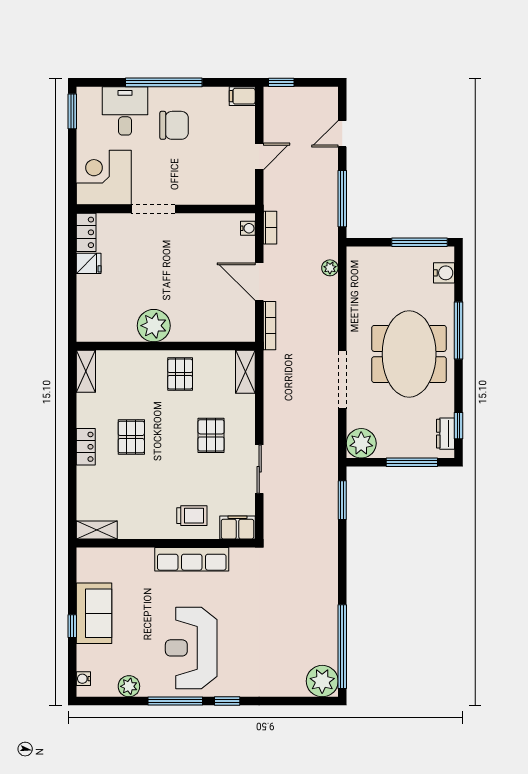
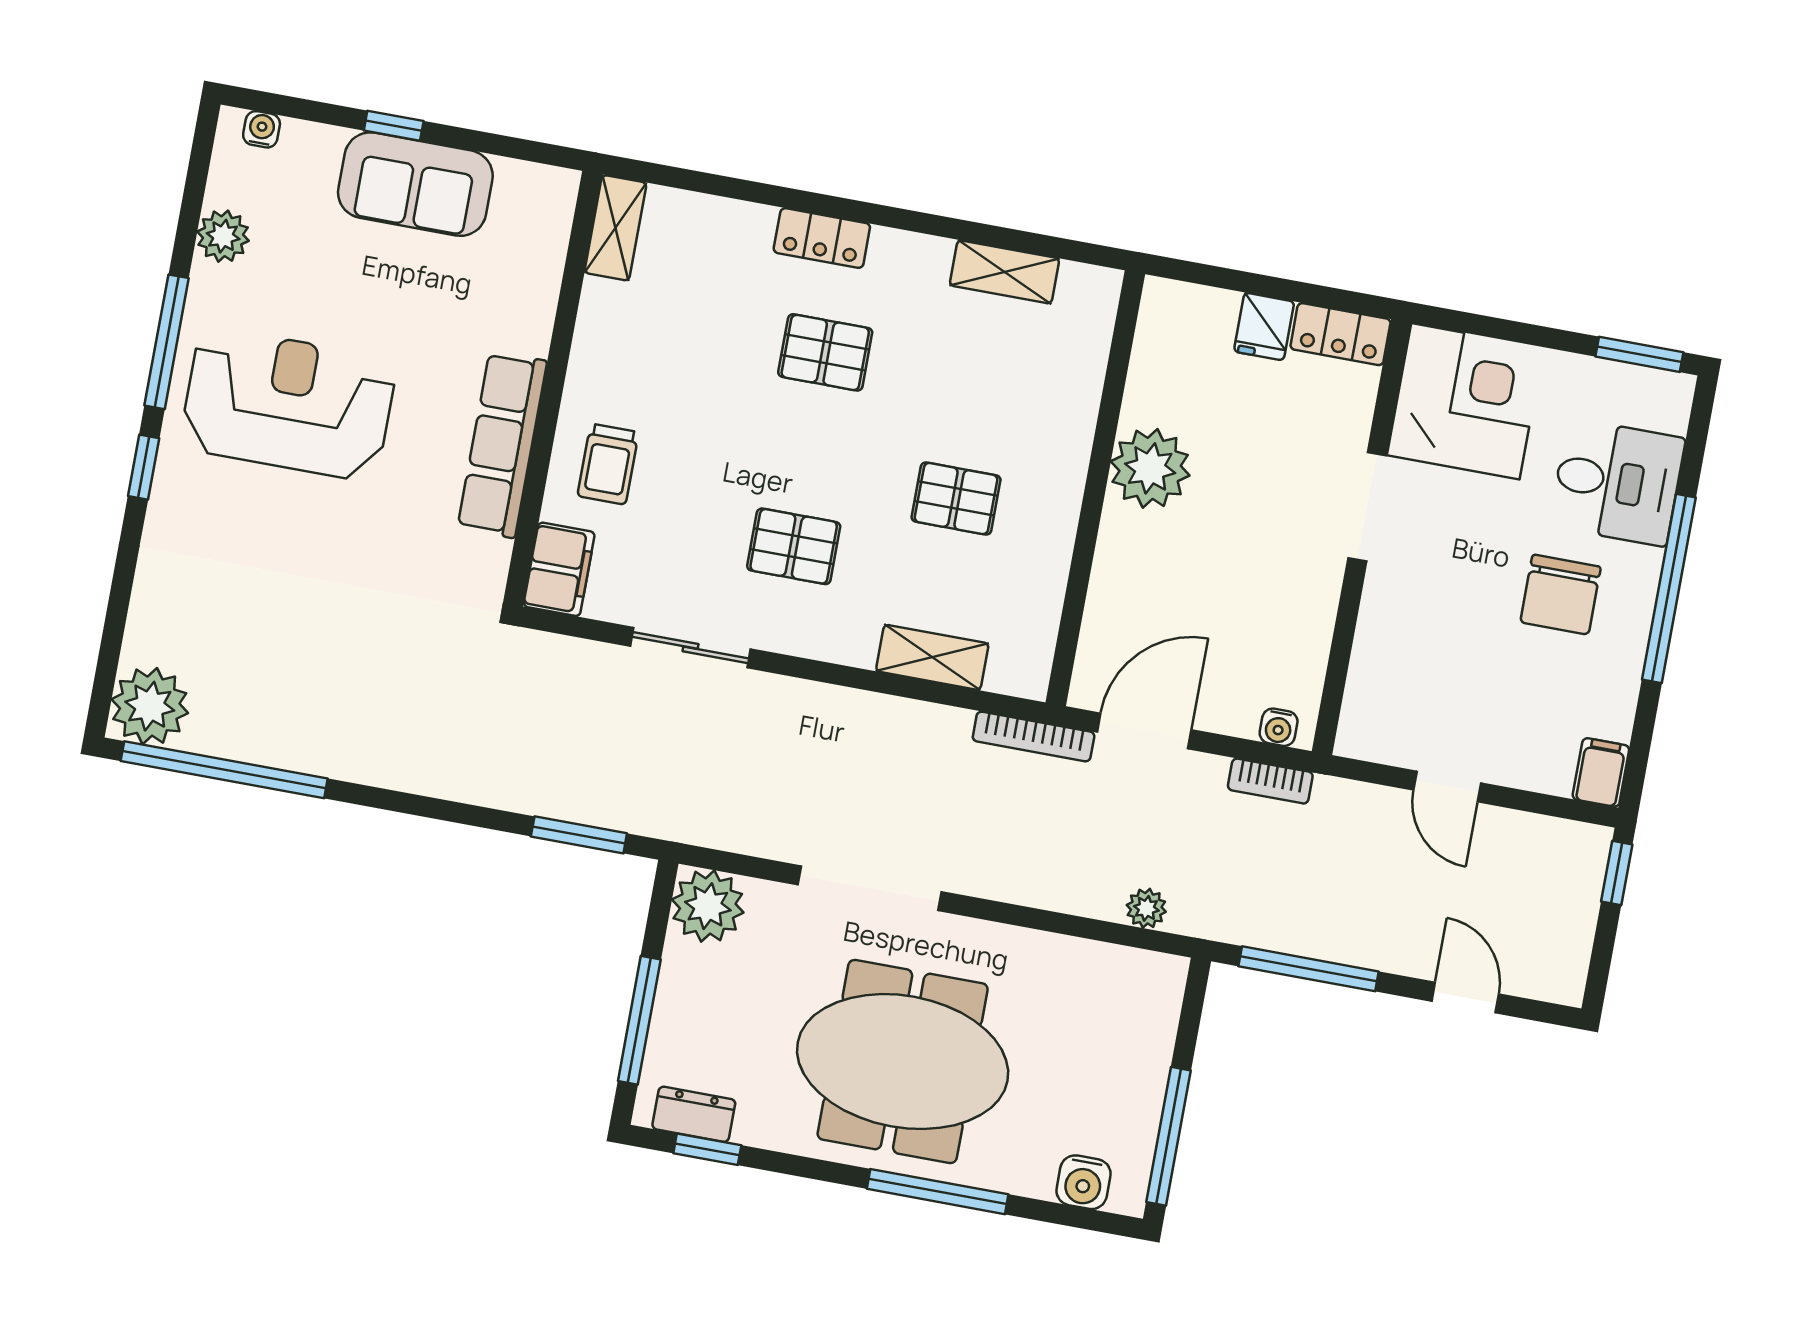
plant: (154, 326) -> (1150, 468), moved
wall: (166, 346) -> (1095, 488), moved

